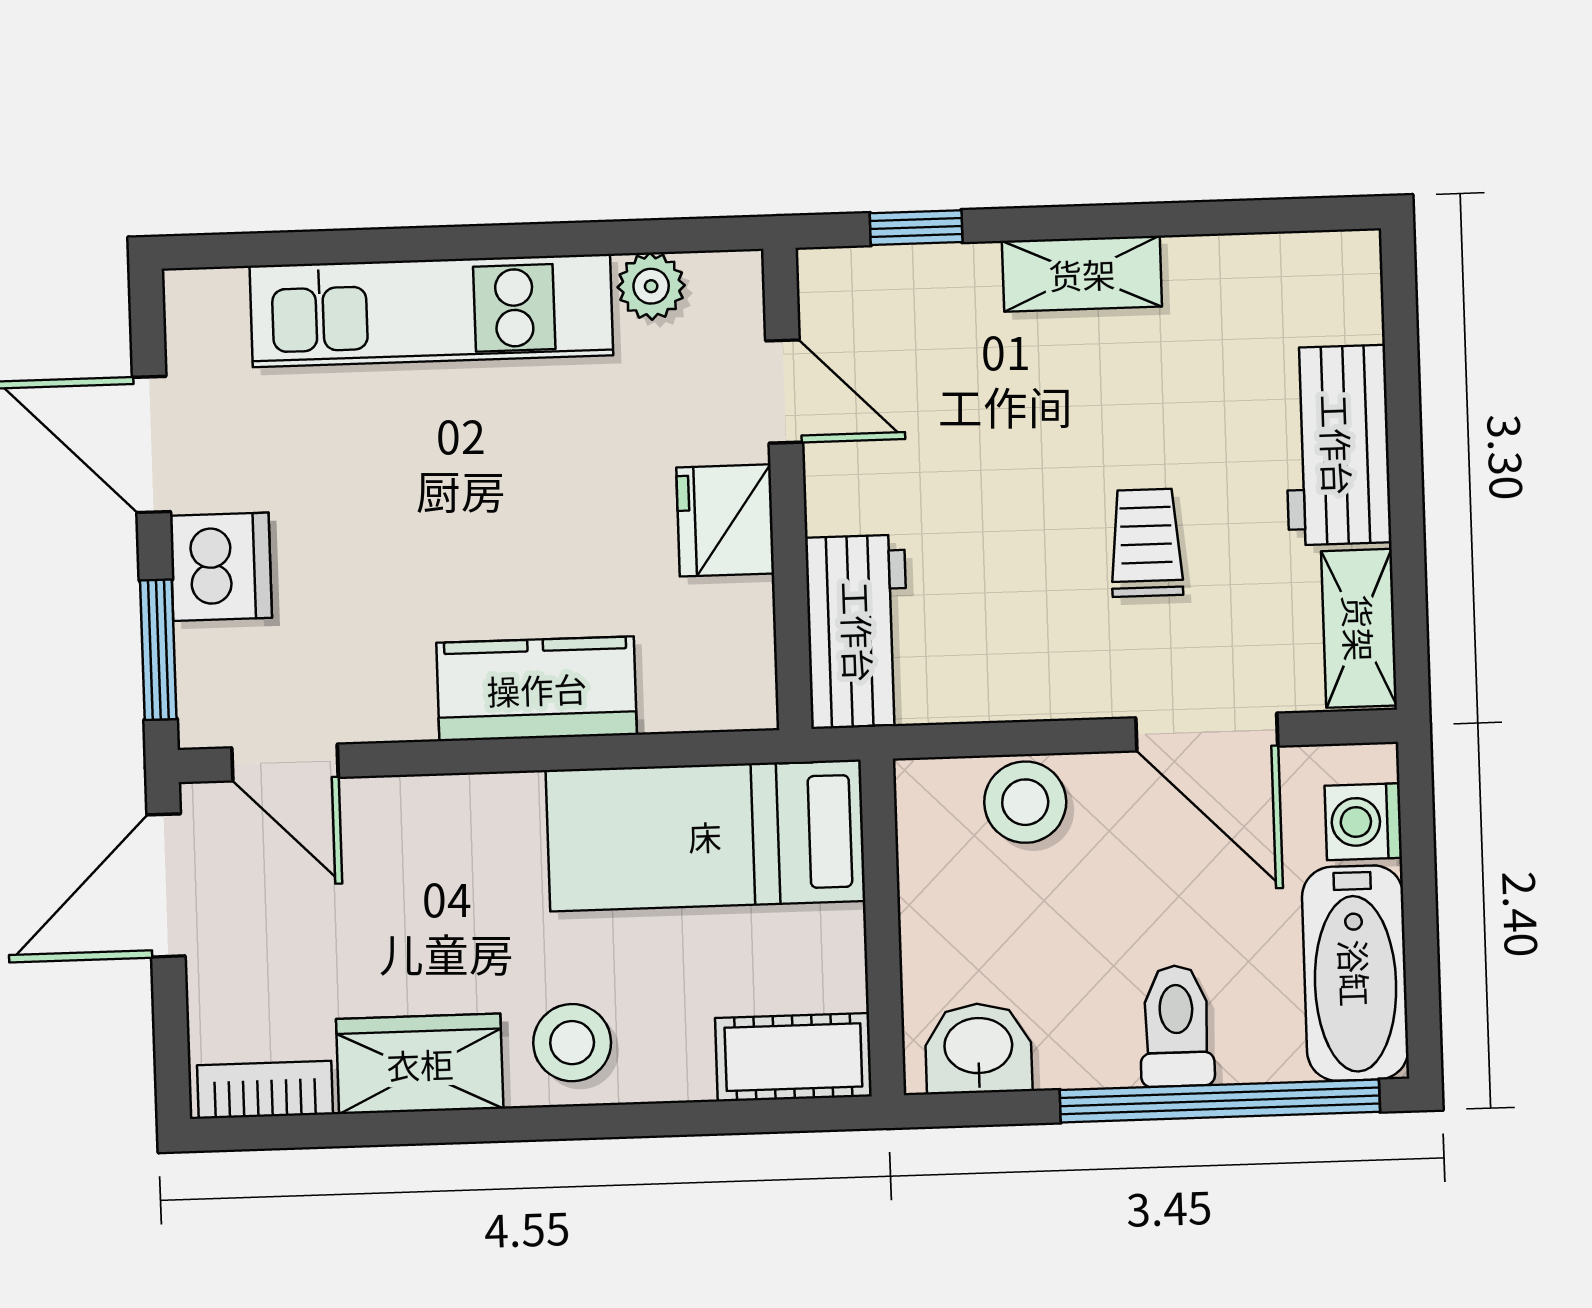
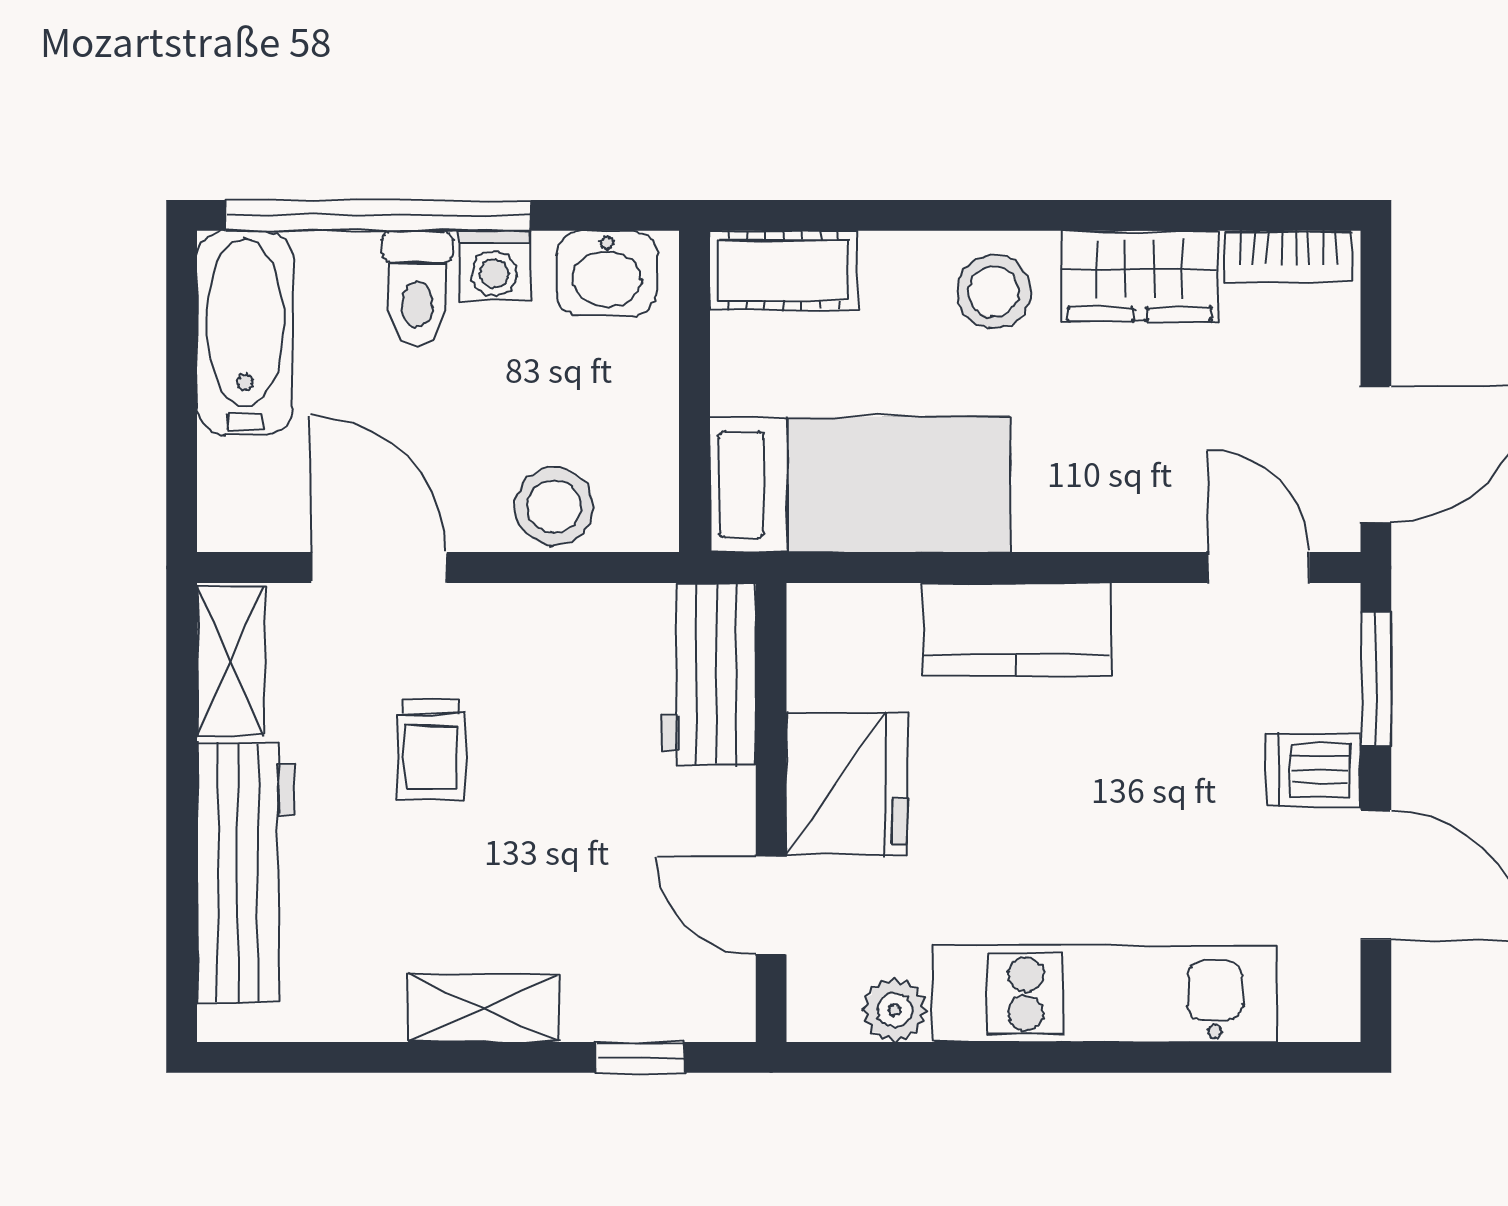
workbench: (1337, 445) -> (246, 872), width x1.38
fridge: (725, 520) -> (847, 784), width x1.36, depth x1.34
dishwasher: (221, 567) -> (1314, 770), width x0.73
washing machine: (1363, 822) -> (494, 266), moved, turned 90

